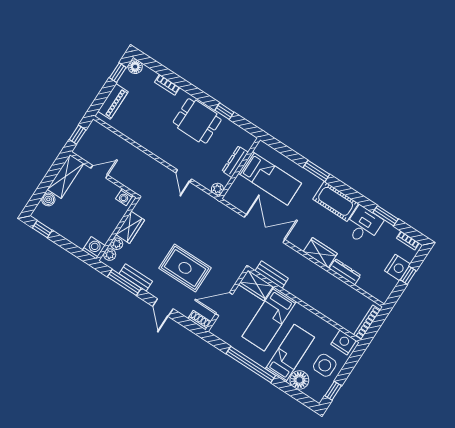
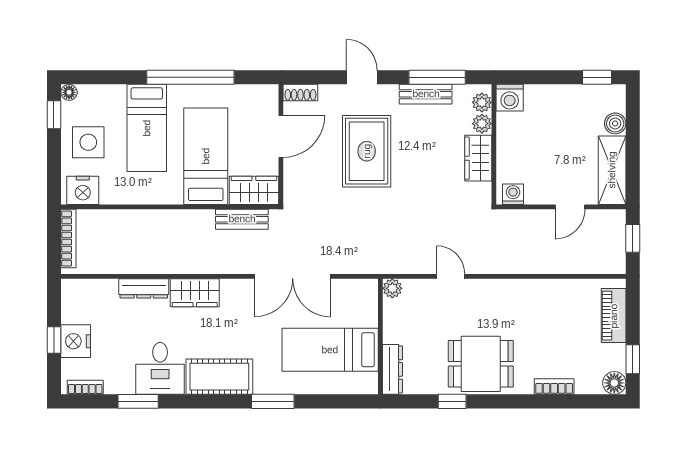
dresser: (235, 162) -> (392, 369), moved
rug: (185, 268) -> (367, 151), turned 90
floor lamp: (299, 380) -> (69, 92), moved, width x0.53, depth x0.53

